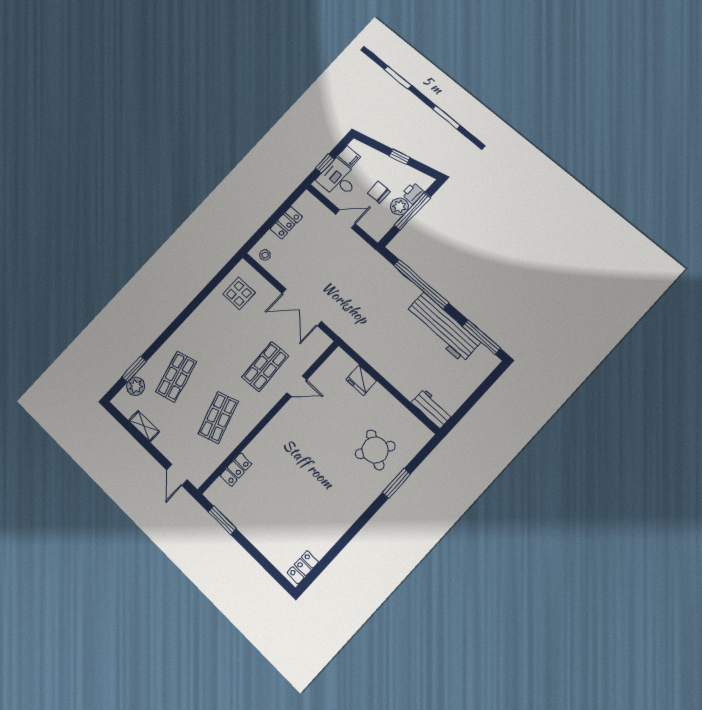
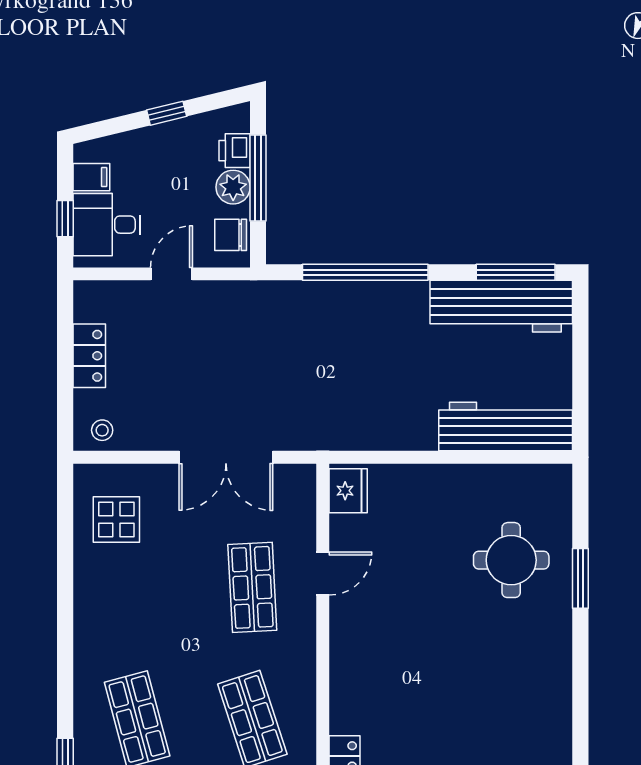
chair: (379, 192) -> (231, 235), moved
workbench: (443, 327) -> (501, 306), moved
fridge: (361, 380) -> (348, 491), moved, turned -90
workbench: (432, 409) -> (506, 427), width x1.88, depth x1.32
round table: (375, 450) -> (511, 560), turned -33

